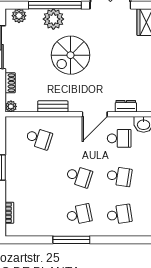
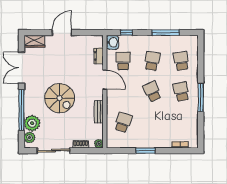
plant: (53, 19) -> (32, 123), moved
school desk: (79, 176) -> (152, 92), turned -42

